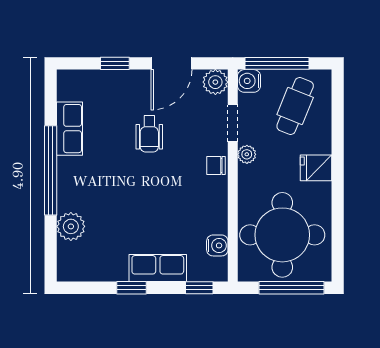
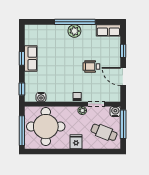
plant: (215, 82) -> (115, 96), removed
row of seats: (70, 129) -> (108, 30), moved
plant: (71, 226) -> (74, 31), moved
row of seats: (158, 268) -> (31, 58), moved

